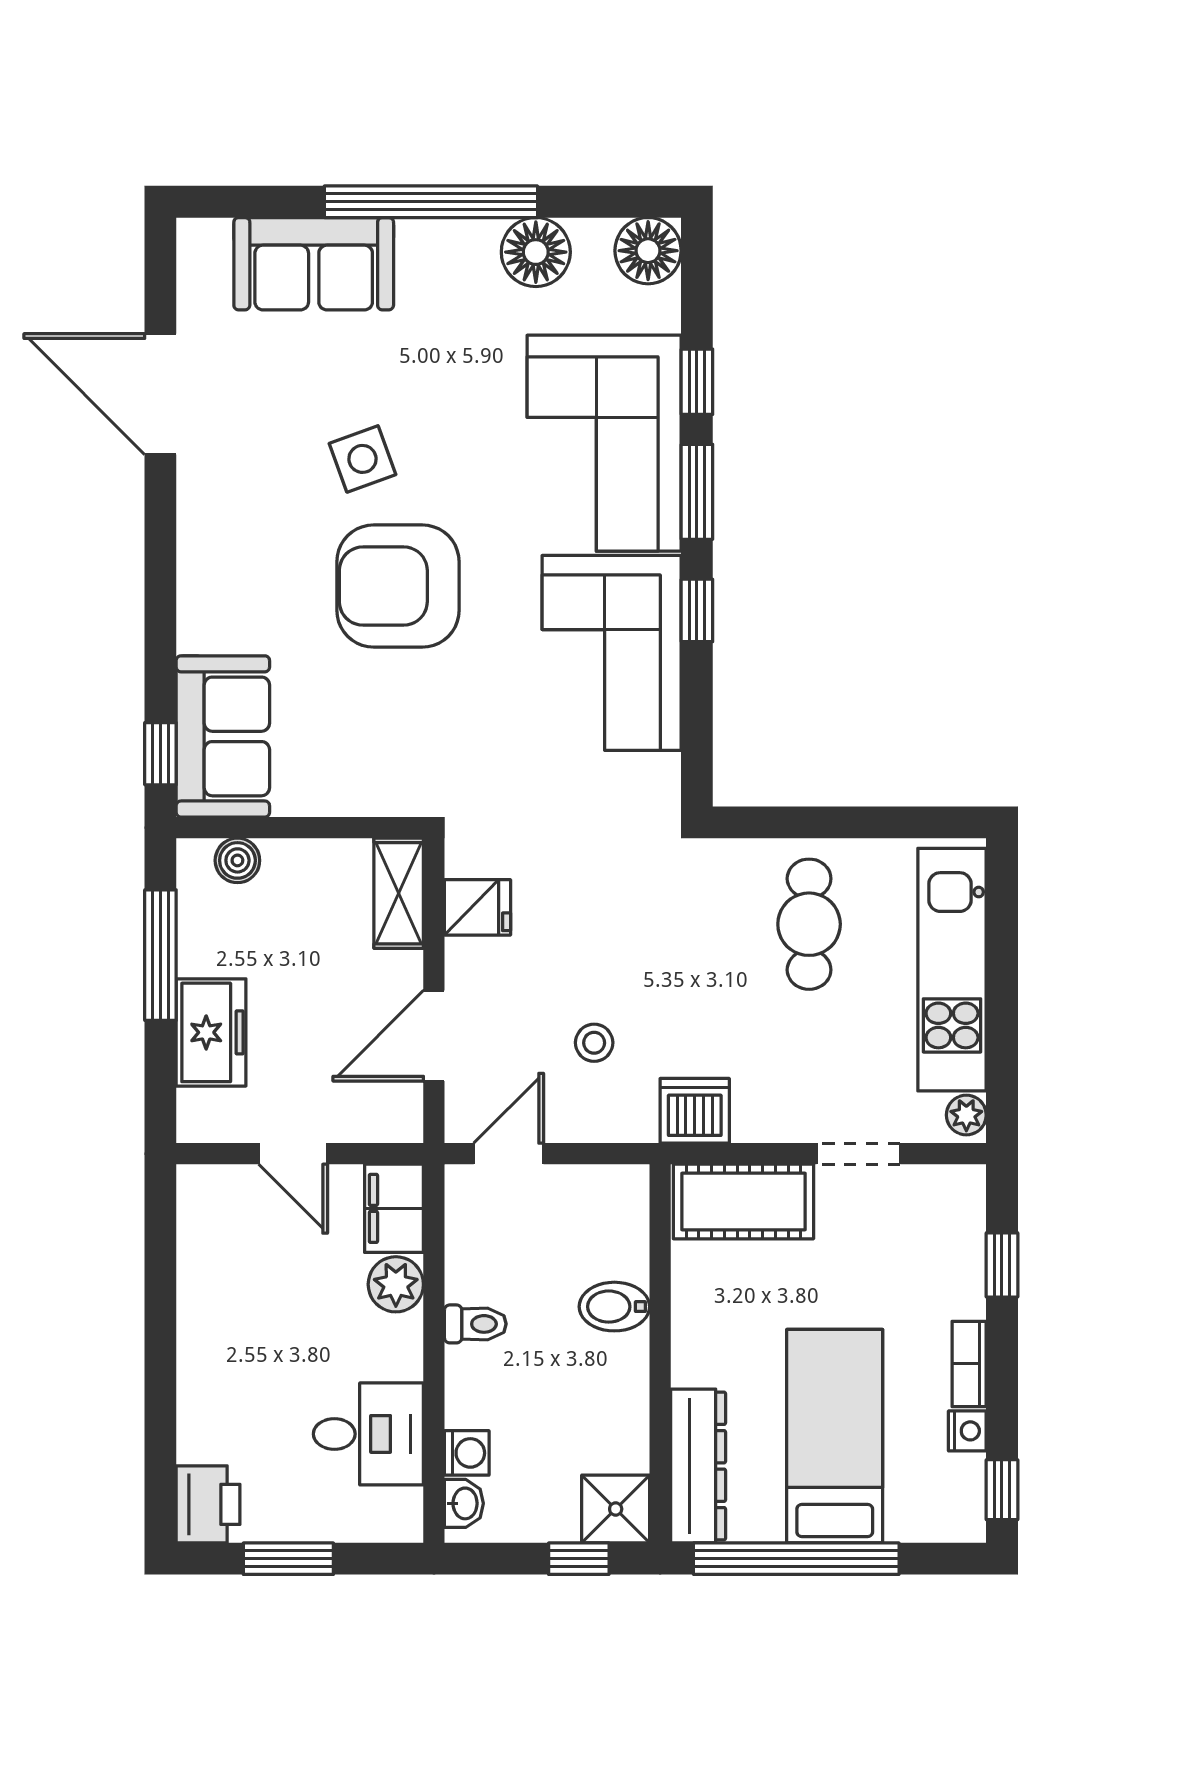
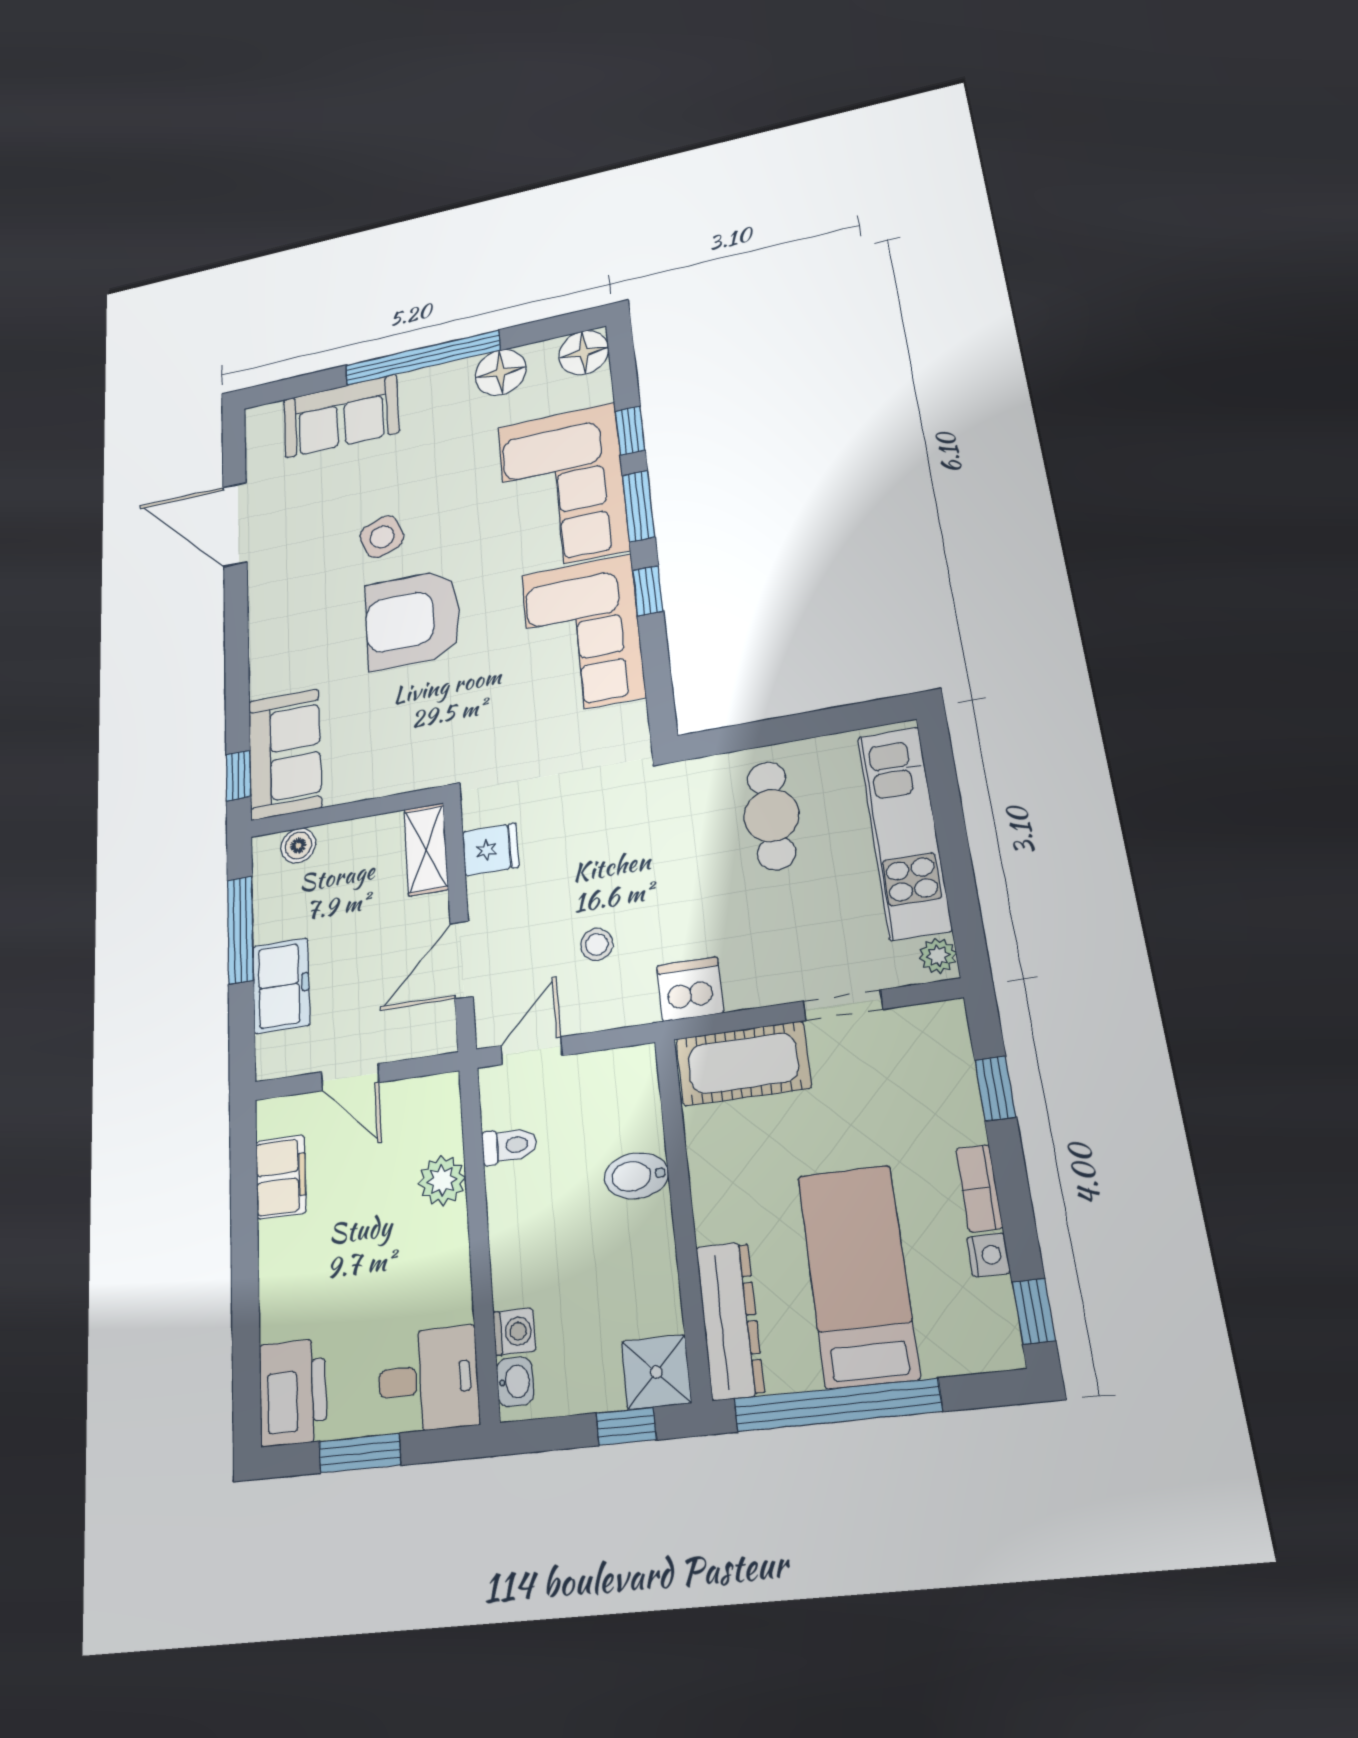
filing cabinet: (394, 1208) -> (281, 1177), moved, turned 180
toilet: (475, 1324) -> (509, 1146), moved
desk: (368, 1434) -> (428, 1380), moved
printer: (208, 1504) -> (293, 1392), width x1.37, depth x1.19

